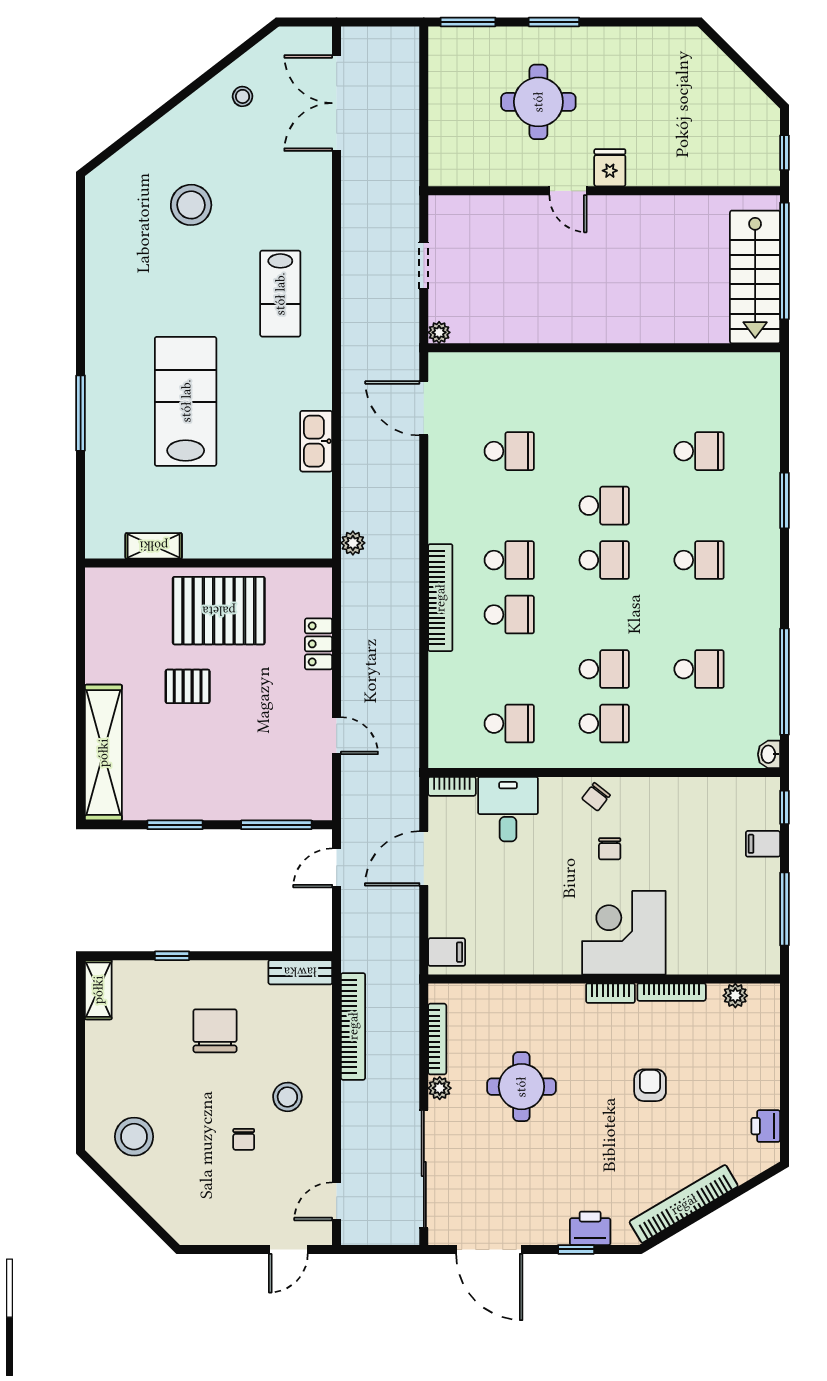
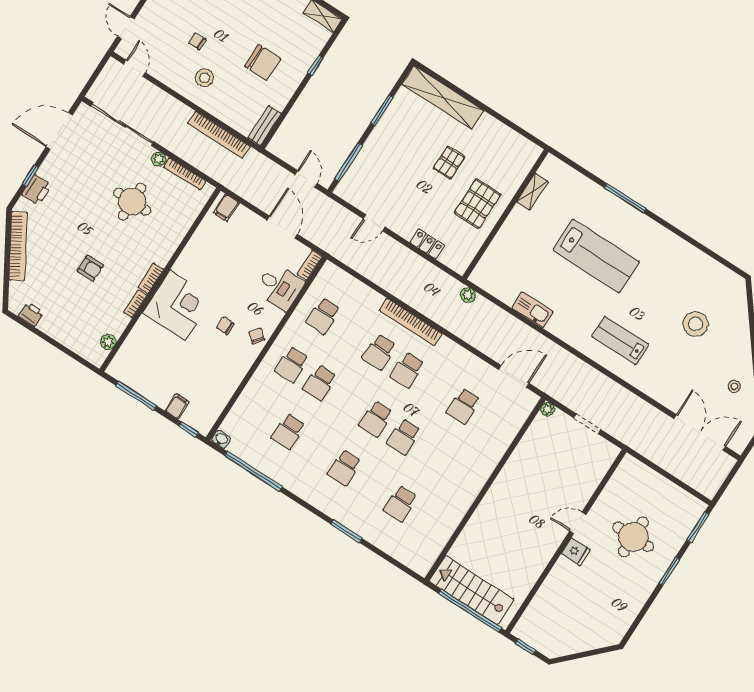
pallet: (219, 611) -> (478, 204), width x0.73, depth x0.71
bookcase: (672, 992) -> (135, 304), width x0.64

